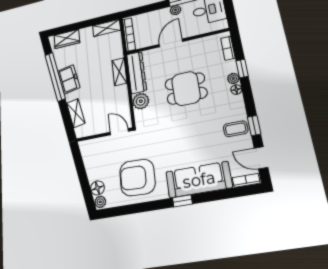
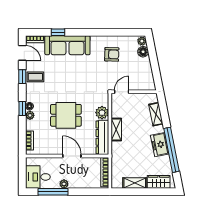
shelving: (107, 28) -> (135, 183), moved
door: (171, 43) -> (72, 156), swing flipped
window: (242, 69) -> (22, 109), moved
shelving: (119, 72) -> (116, 129), moved
door: (119, 132) -> (122, 92), swing flipped
armchair: (137, 177) -> (112, 54), width x0.53, depth x0.53
window: (182, 201) -> (58, 32), moved

